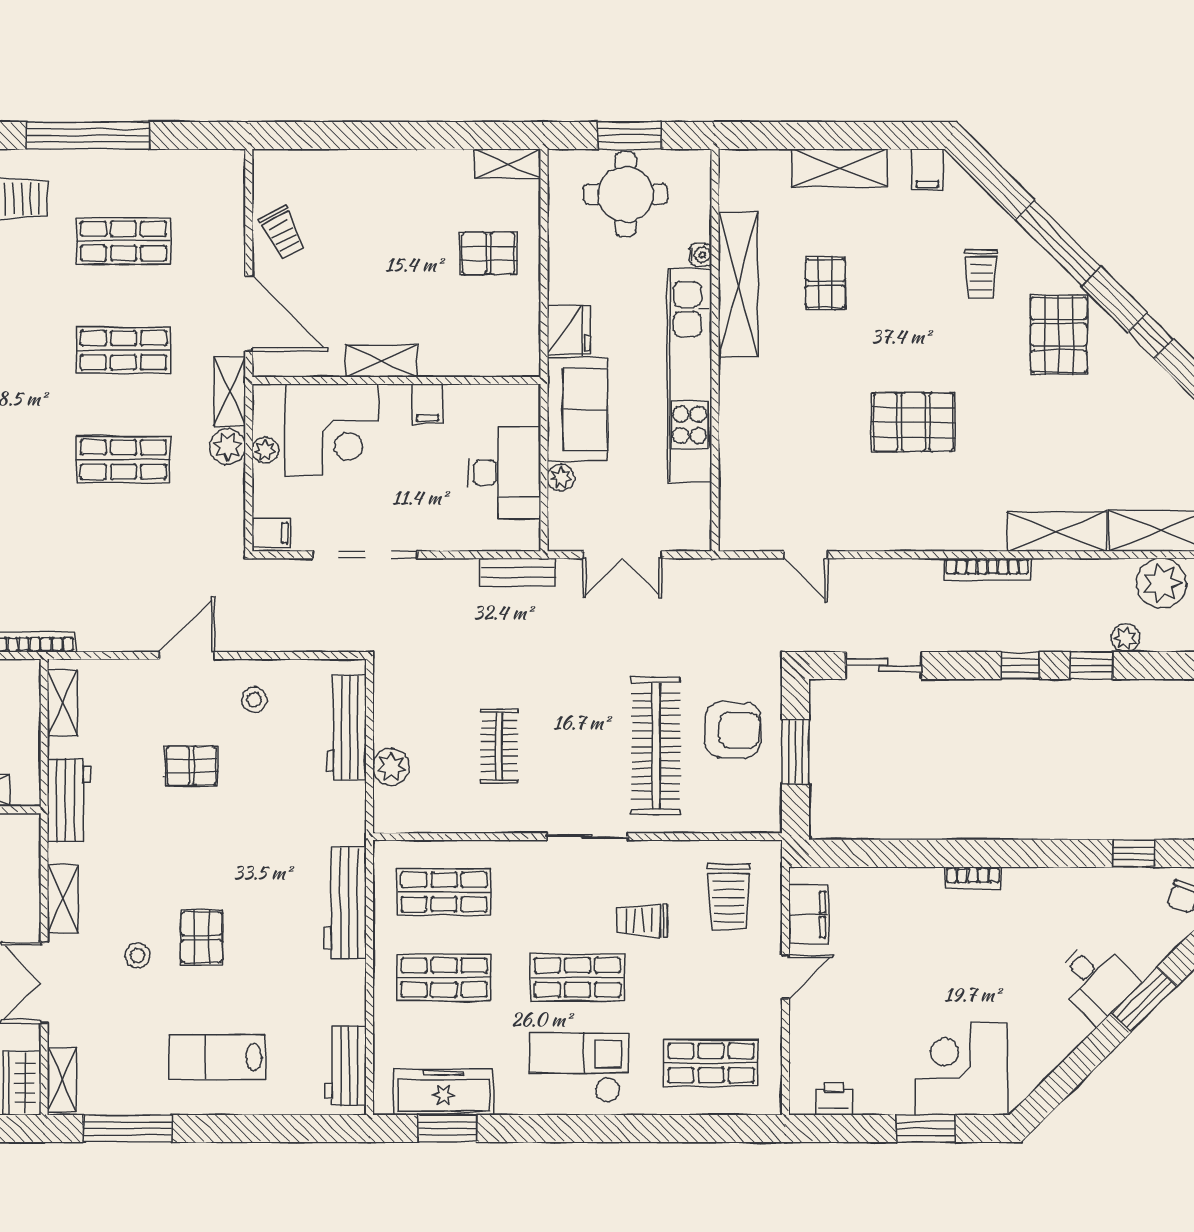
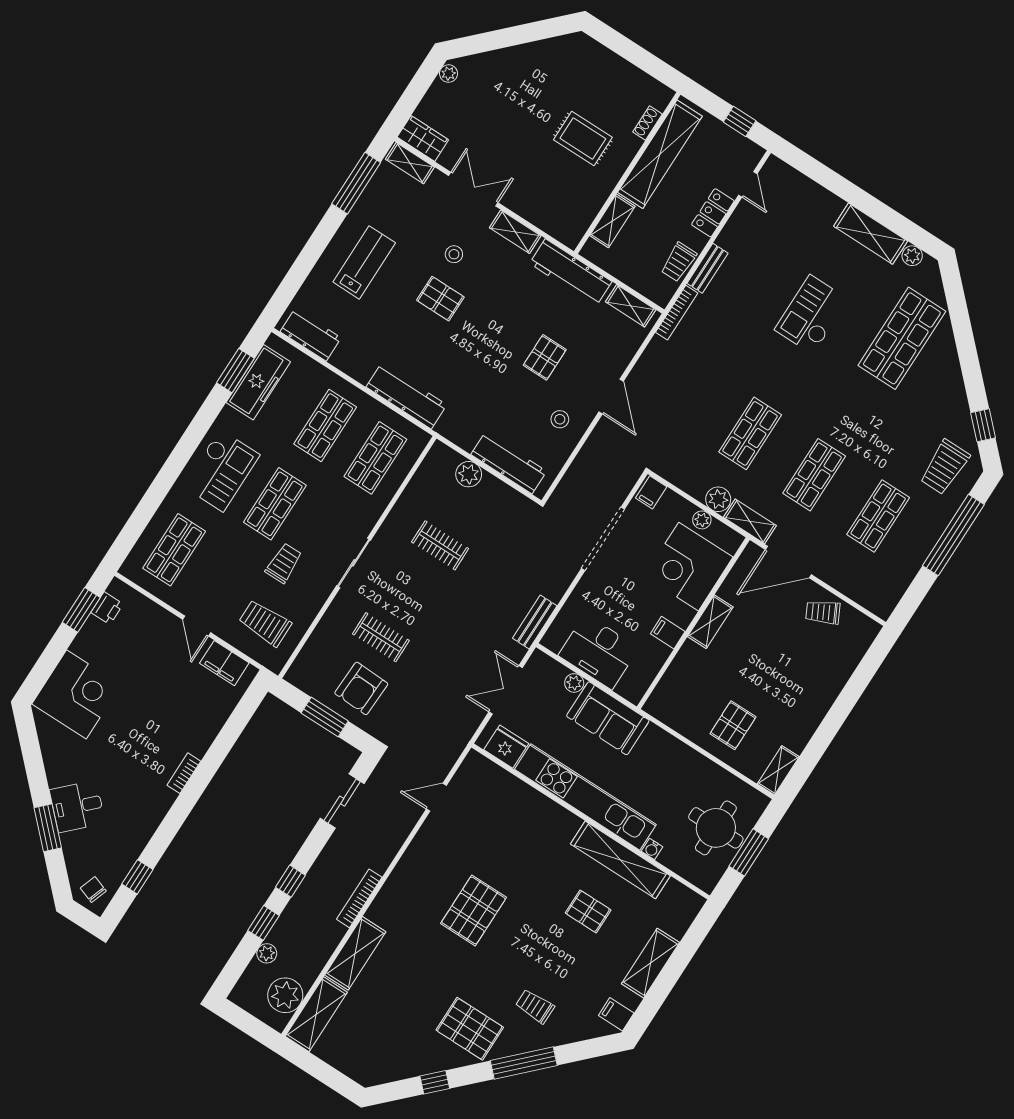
fridge: (569, 330) -> (506, 747), moved, turned 180
clothes rail: (656, 746) -> (381, 637), width x0.54, depth x0.76
workbench: (69, 801) -> (571, 272), width x1.38
window: (926, 1128) -> (81, 610), moved

